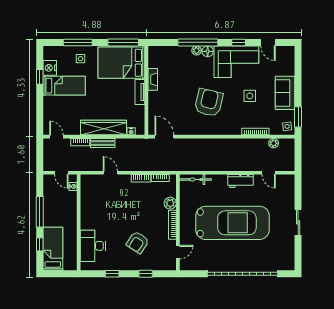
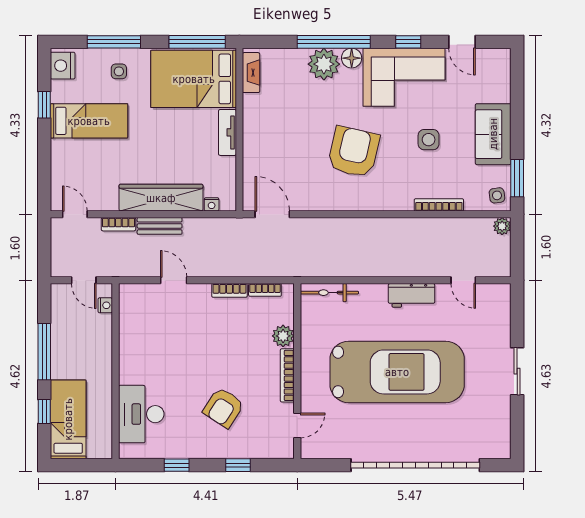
plant: (197, 51) -> (324, 64), width x1.88, depth x1.88
nightstand: (50, 68) -> (63, 66), moved
fireplace: (153, 79) -> (251, 73), moved
plant: (274, 143) -> (502, 226), moved

